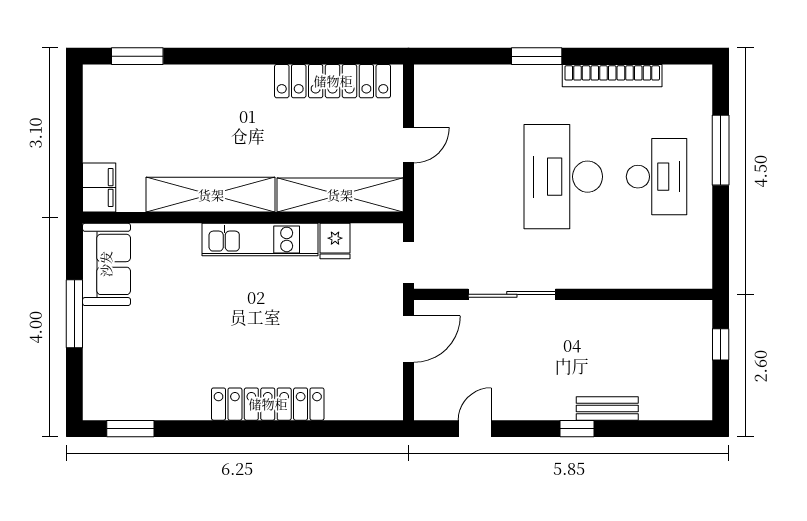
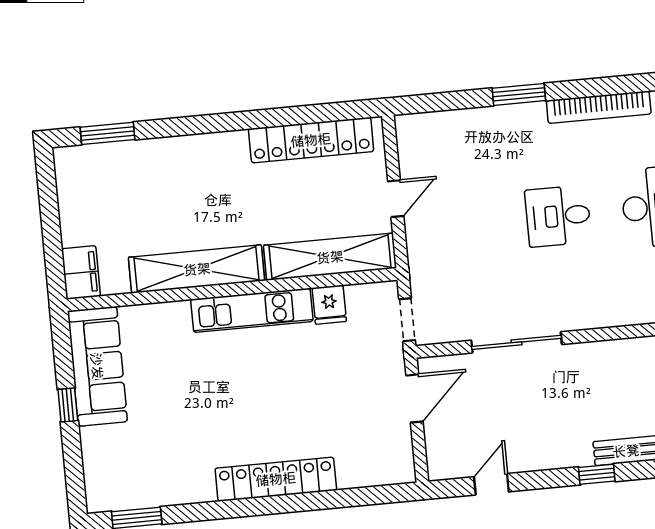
desk: (563, 177) -> (558, 216), width x0.53, depth x0.77
sofa: (106, 264) -> (97, 366), width x1.36
window: (74, 314) -> (68, 405), width x0.46

